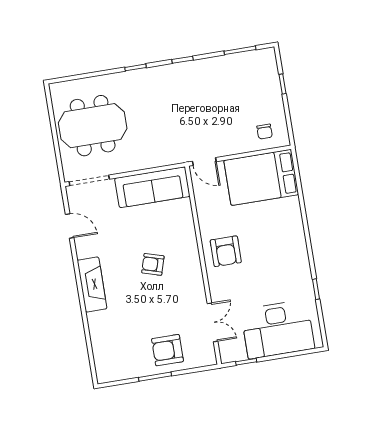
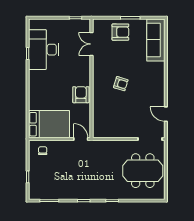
sofa: (152, 187) -> (156, 40), moved, turned -90
armchair: (226, 251) -> (81, 95), moved
fireplace: (92, 284) -> (158, 78), removed
desk: (278, 329) -> (44, 50), moved, turned -90

